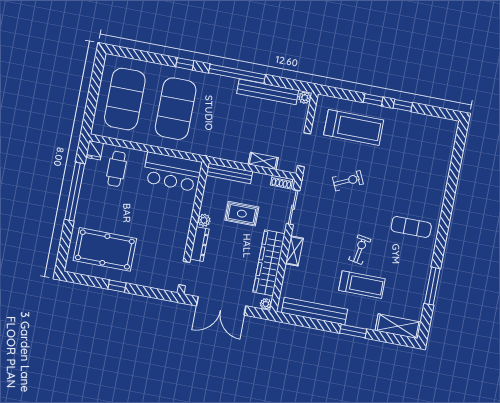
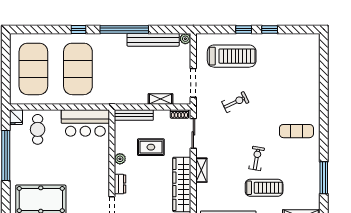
dresser: (200, 244) -> (120, 184), width x0.70

